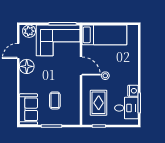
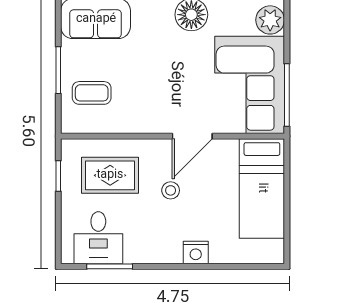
nightstand: (133, 91) -> (196, 253), moved
coffee table: (55, 100) -> (92, 93), moved

